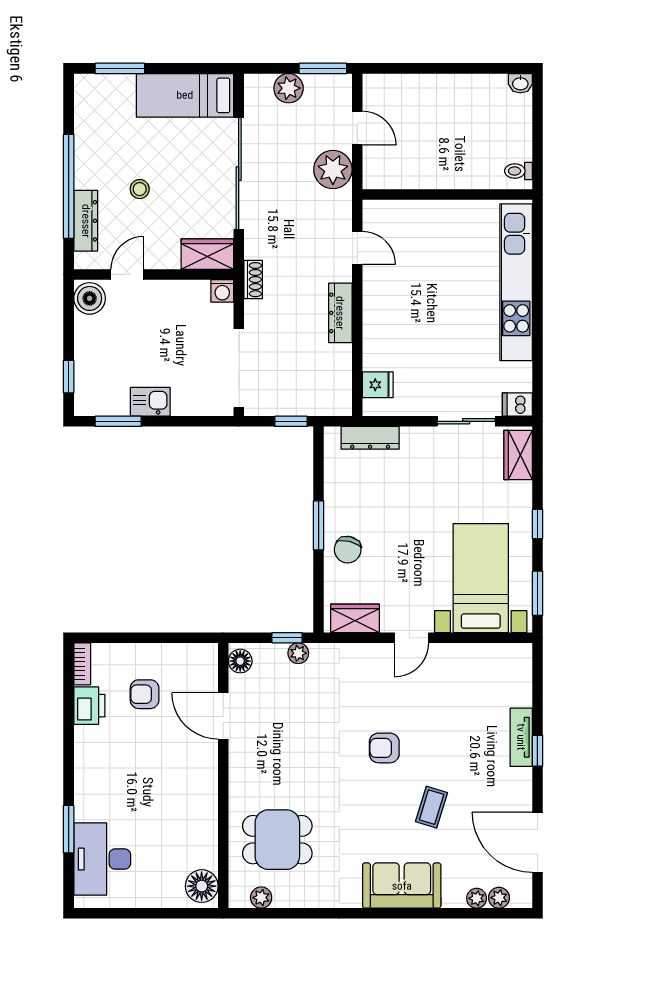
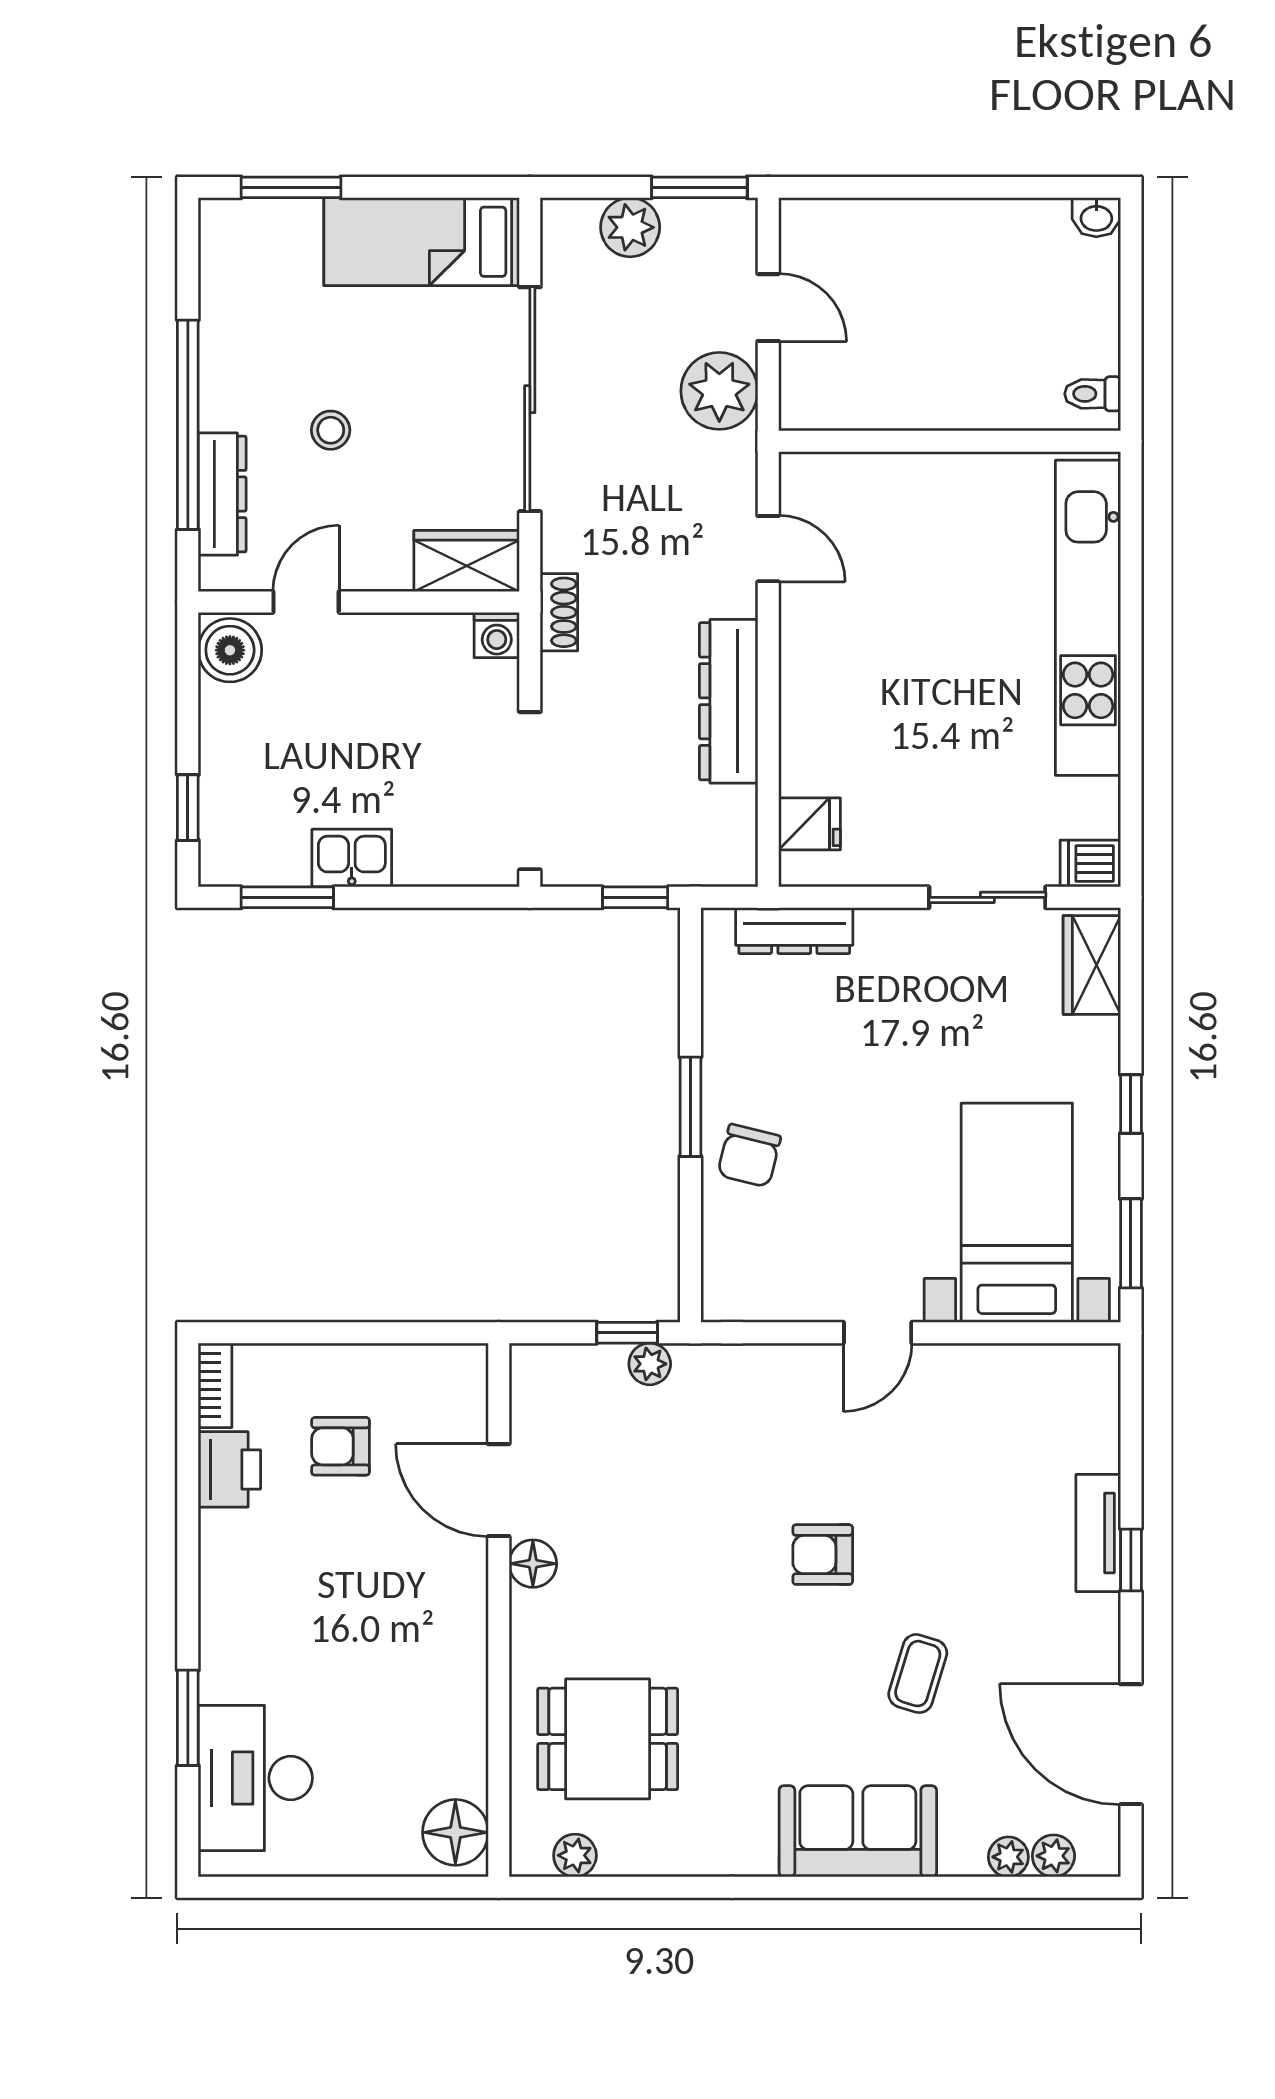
dresser: (340, 313) -> (729, 701), width x1.37, depth x1.24
wardrobe: (355, 618) -> (764, 1294), removed
floor lamp: (240, 661) -> (533, 1564), moved

